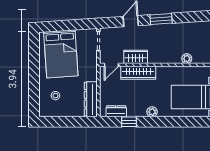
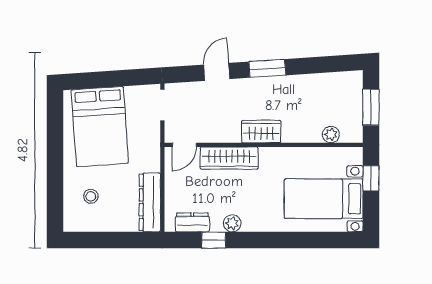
wardrobe: (136, 57) -> (261, 132), moved
plant: (187, 59) -> (331, 135), moved
plant: (152, 112) -> (232, 223), moved

